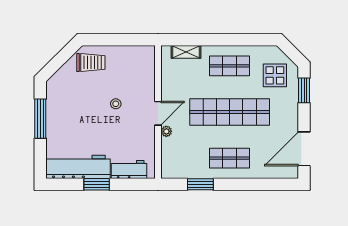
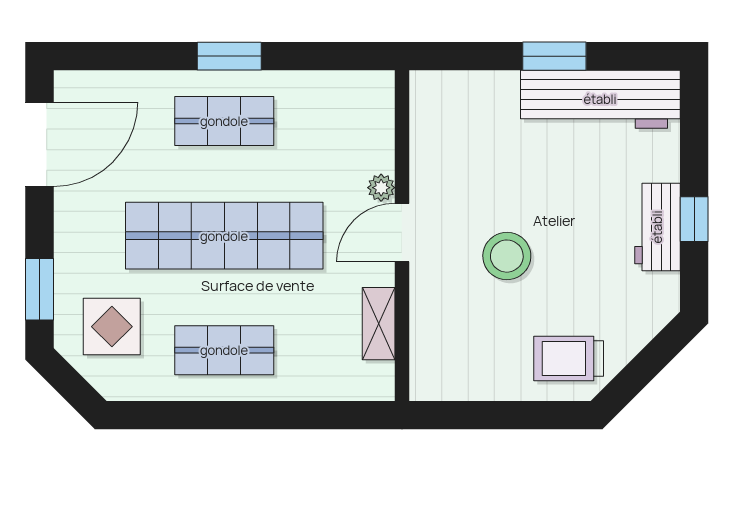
shelving: (186, 52) -> (379, 324), moved, turned 90
stool: (116, 104) -> (507, 256), width x1.89, depth x1.89
window: (40, 119) -> (694, 219), width x0.46
workbench: (129, 170) -> (657, 227), moved, turned 90
window: (200, 184) -> (229, 56), moved

